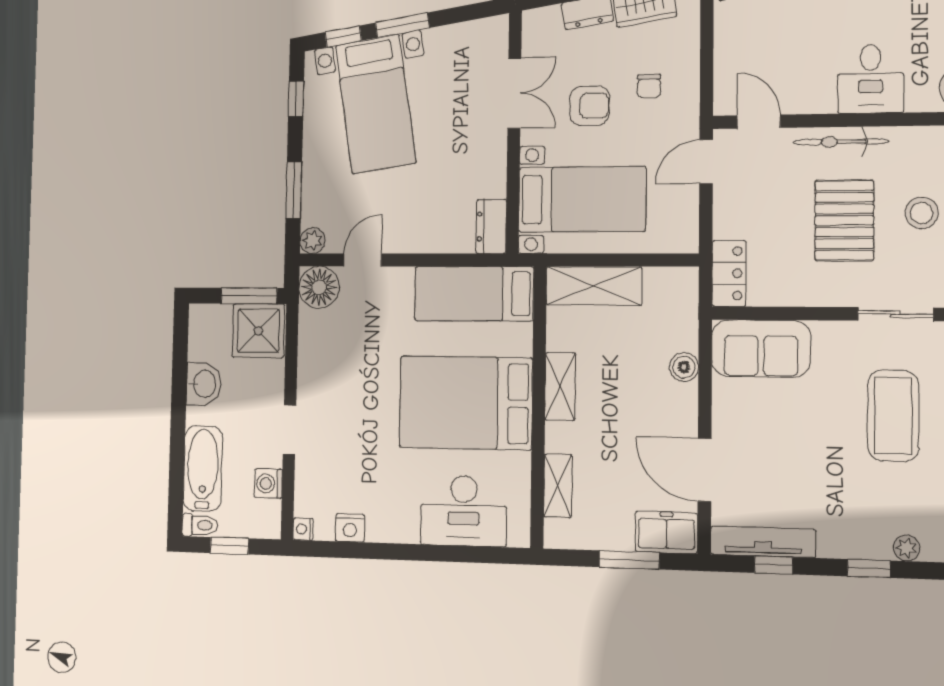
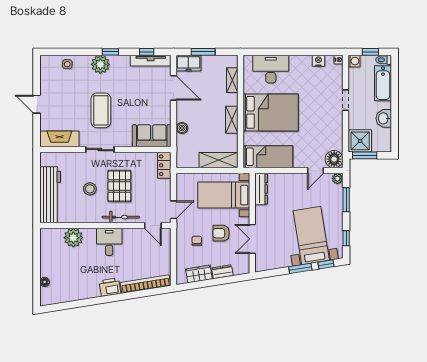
dresser: (491, 226) -> (261, 189), width x1.44
washing machine: (268, 483) -> (354, 61), moved
plant: (906, 548) -> (100, 64), width x1.87, depth x1.87

